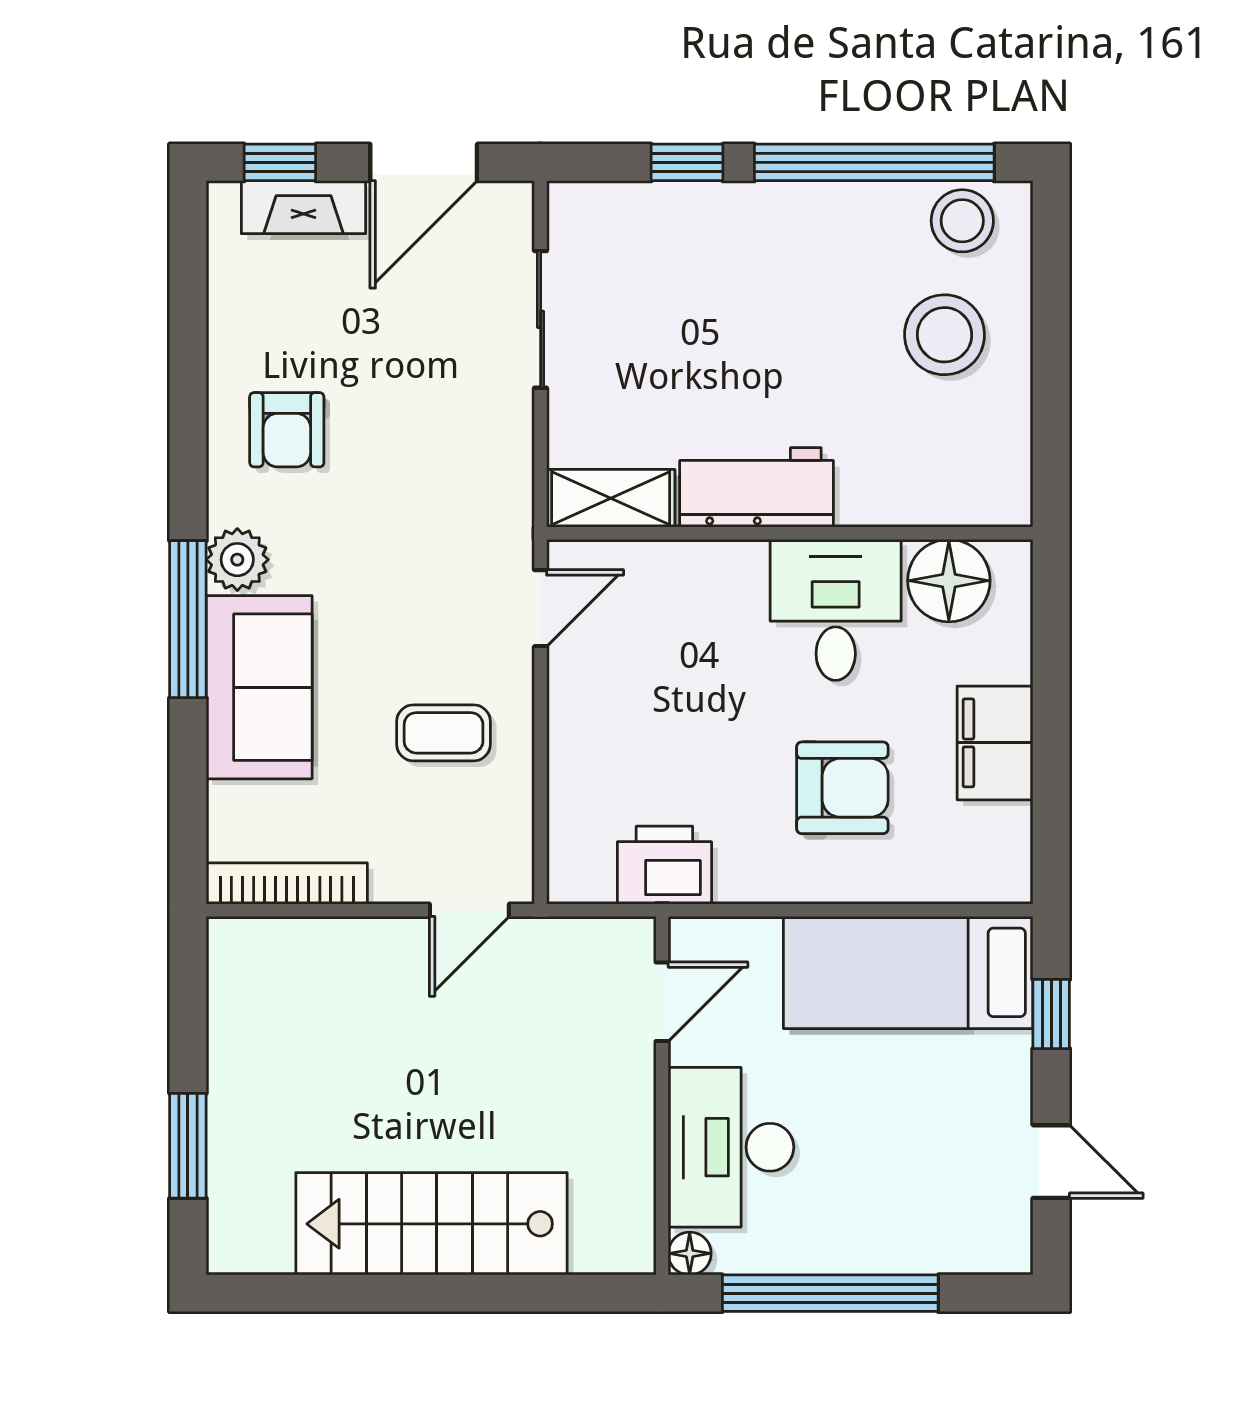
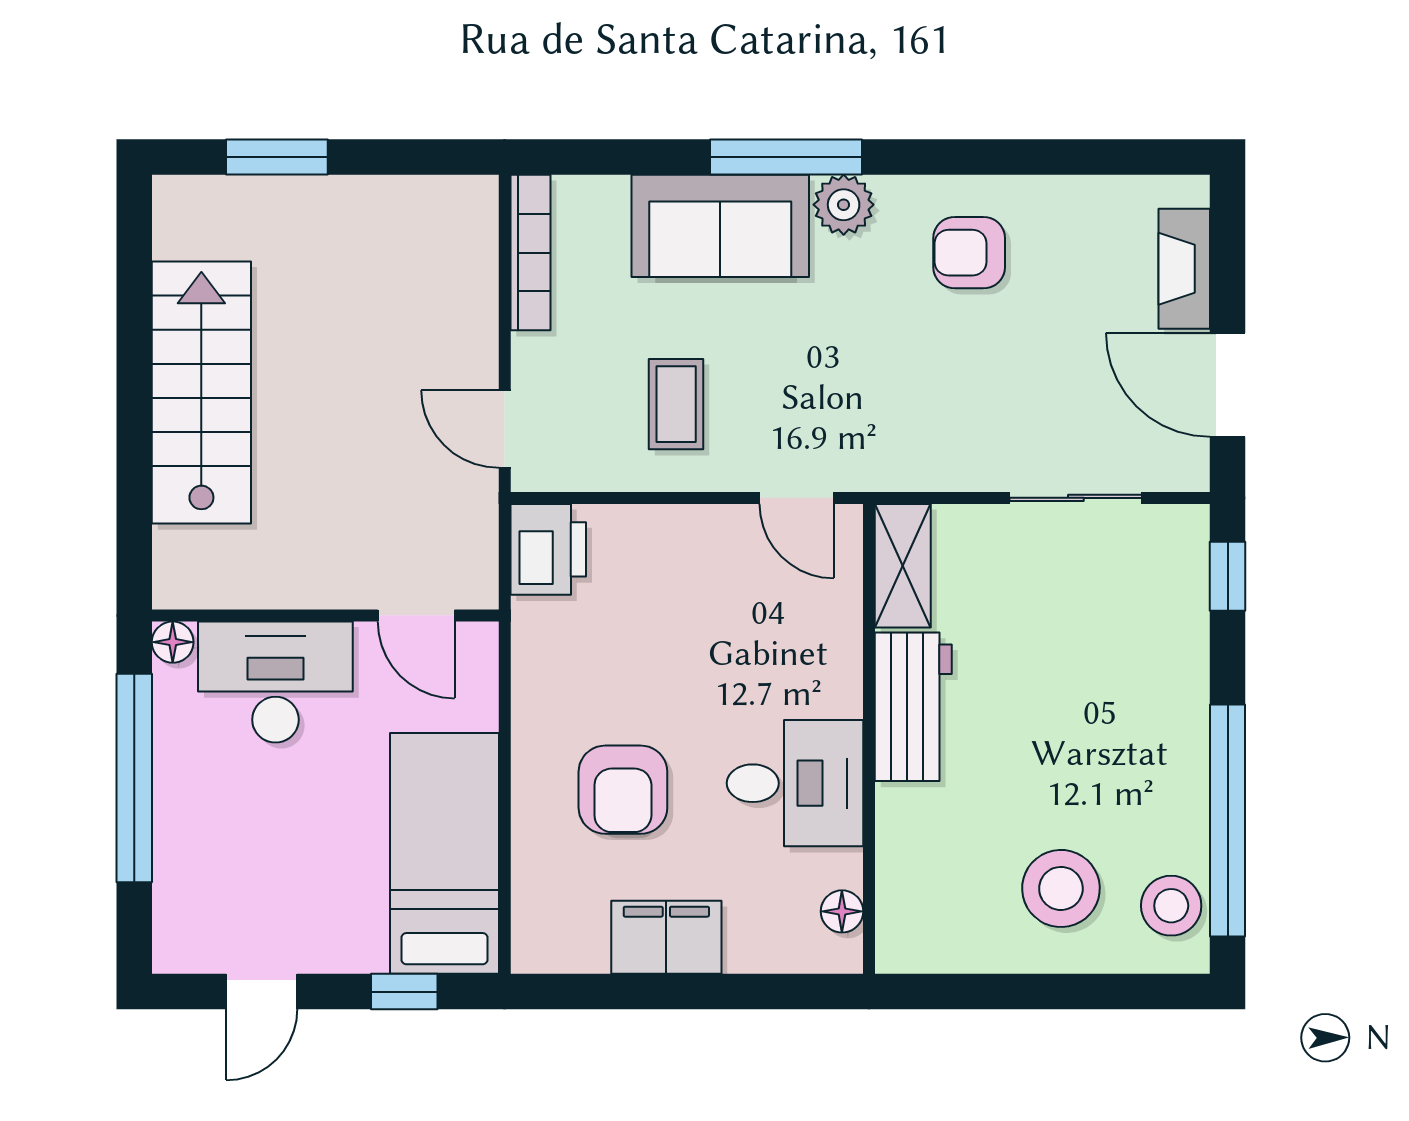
window: (280, 162) -> (1228, 246), removed
window: (687, 162) -> (1228, 576), moved
floor lamp: (949, 581) -> (842, 911), width x0.53, depth x0.53
printer: (664, 865) -> (548, 549), moved

